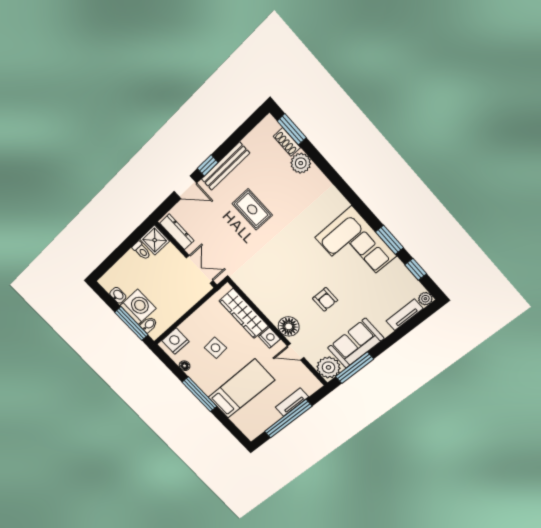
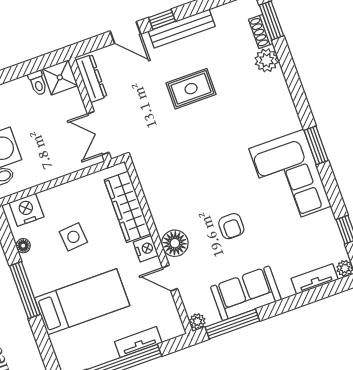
rug: (252, 209) -> (191, 89), turned 90
window: (390, 240) -> (316, 145), moved
double door: (200, 269) -> (98, 133), swing flipped
plant: (328, 367) -> (197, 321), width x0.53, depth x0.53

